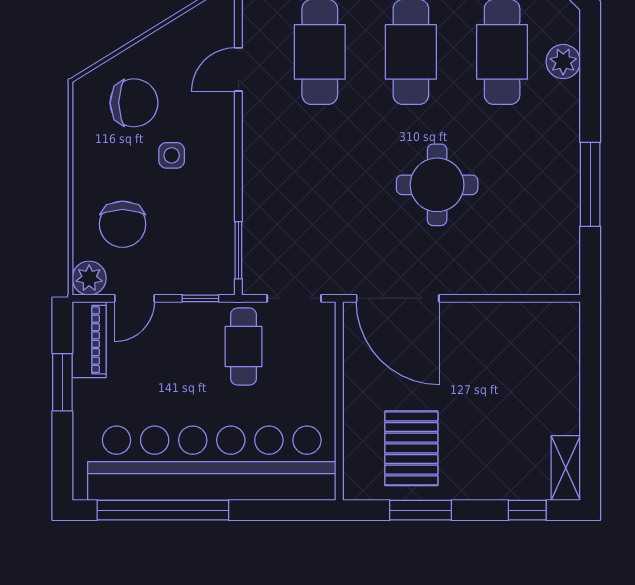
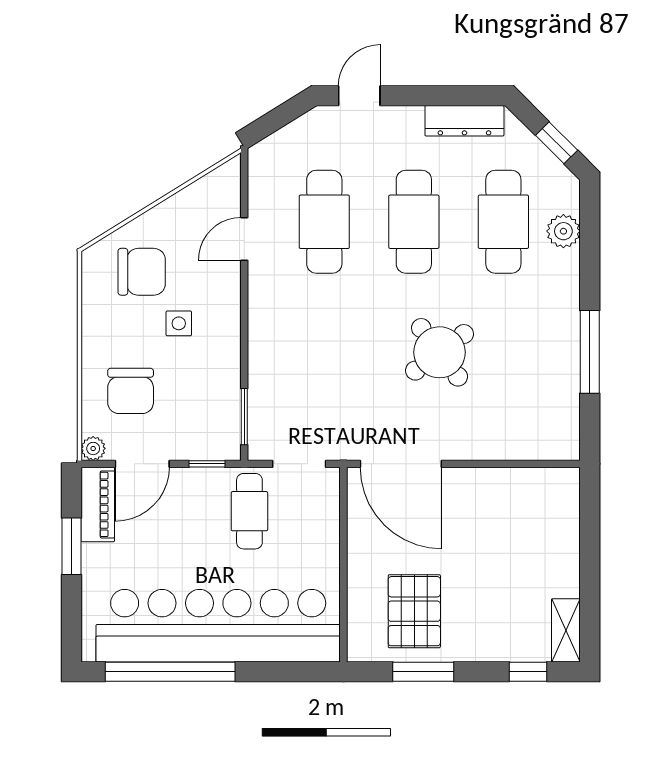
round table: (437, 185) -> (440, 352), turned -37
plant: (89, 278) -> (93, 448), width x0.73, depth x0.73
door: (134, 298) -> (142, 464), width x1.38

